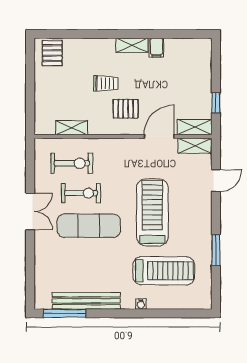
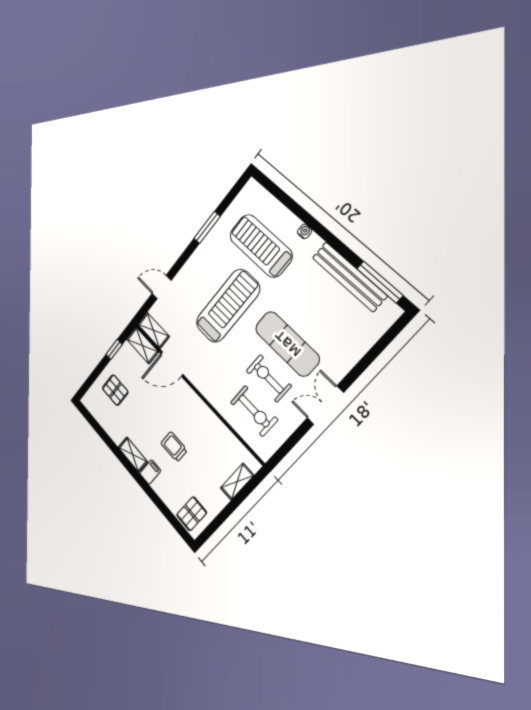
filing cabinet: (156, 48) -> (150, 472), moved
pallet: (126, 109) -> (115, 390), moved
shelving: (71, 128) -> (237, 482), moved, turned 90
exercise bike: (72, 163) -> (254, 411), turned 180
treadmill: (152, 212) -> (228, 306), turned 180

